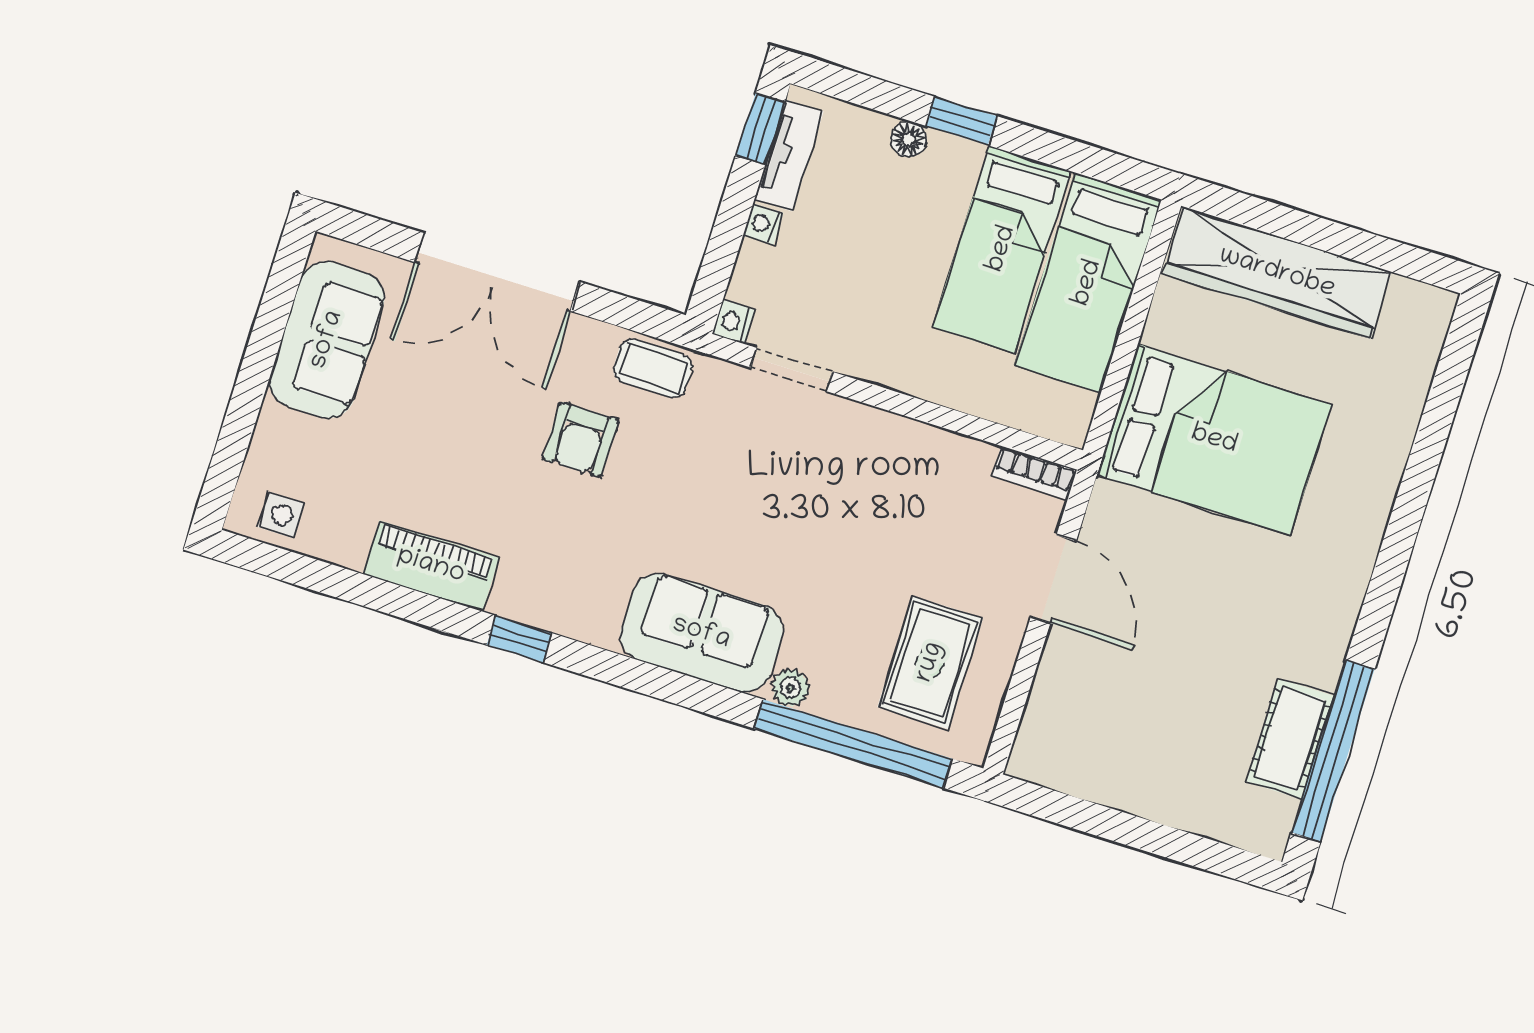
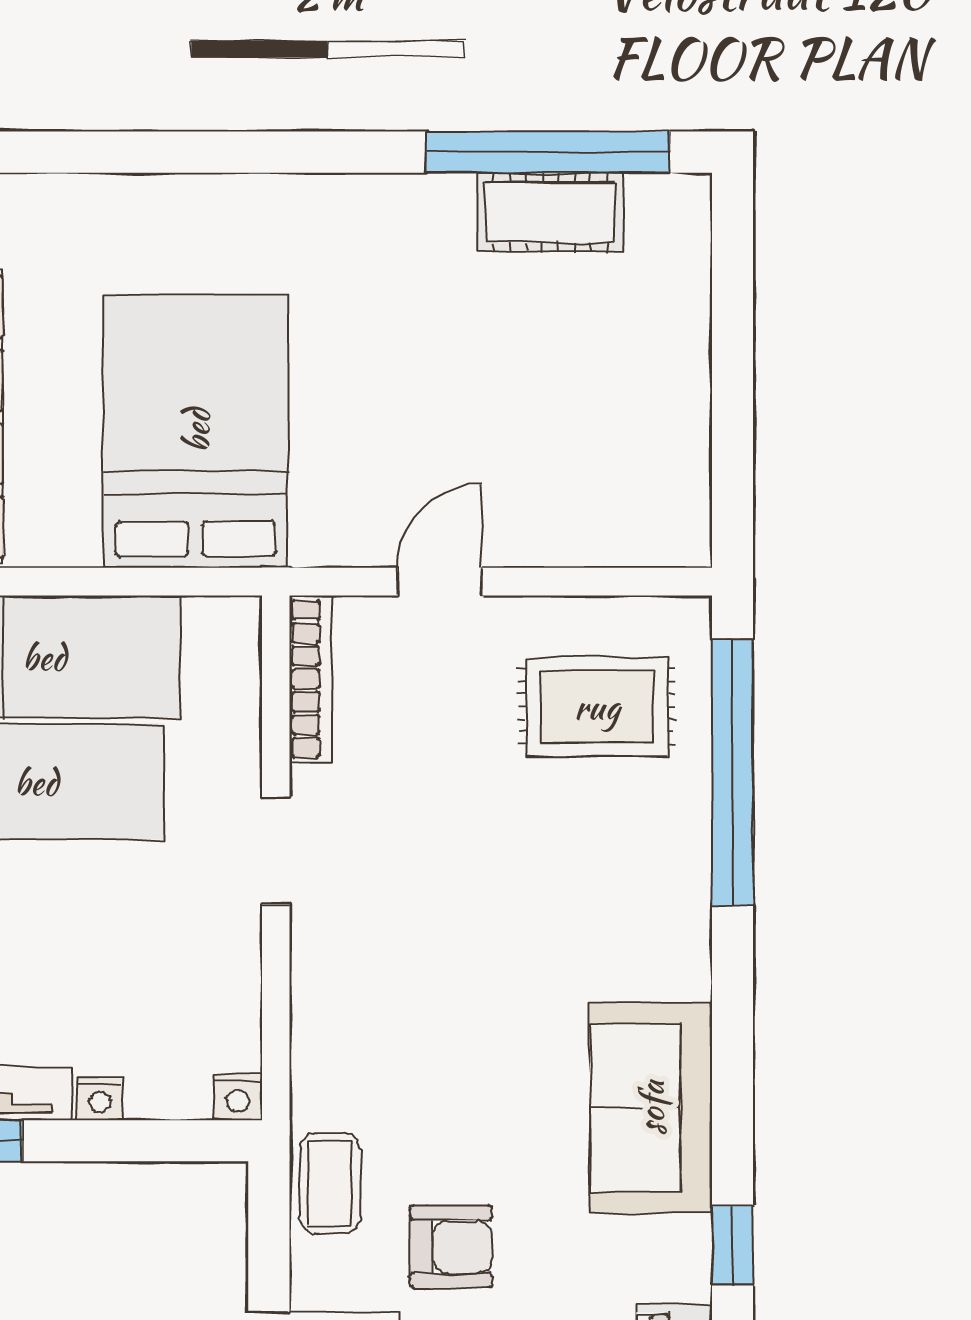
doorway: (791, 370) -> (276, 851), moved
bookcase: (1034, 473) -> (311, 679), width x1.56
door: (1053, 579) -> (440, 582), width x0.73
sofa: (701, 633) -> (651, 1108), moved
plant: (790, 688) -> (686, 876), removed

